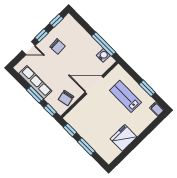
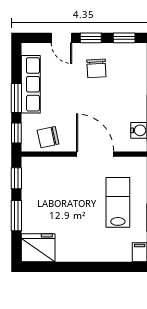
fridge: (124, 138) -> (38, 248), moved

